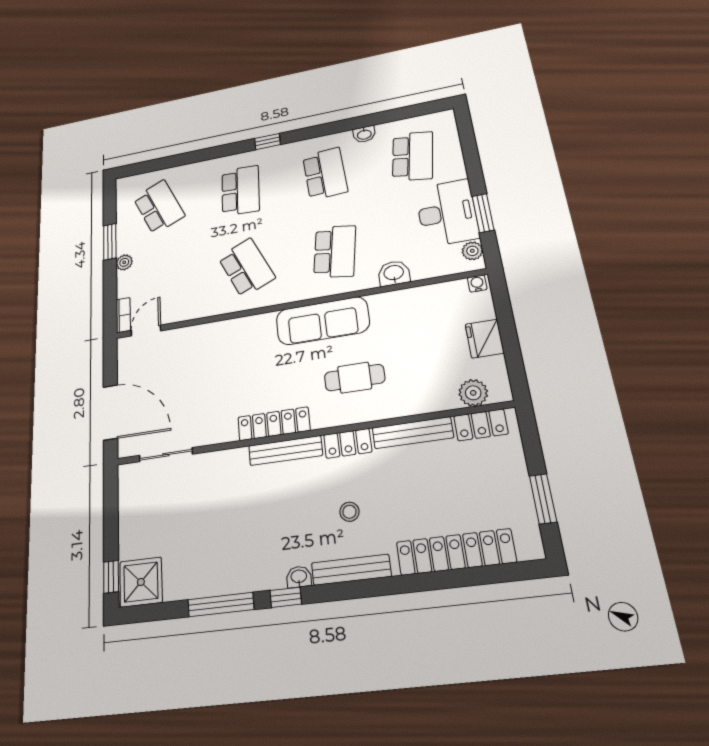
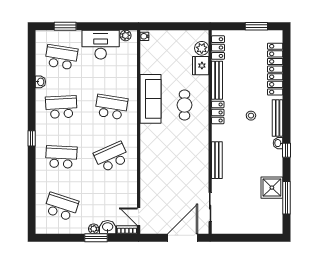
school desk: (159, 207) -> (61, 207), turned 42
window: (483, 213) -> (65, 26), moved
window: (110, 242) -> (96, 238), moved
washbasin: (394, 273) -> (108, 227), moved, turned 90
sofa: (323, 321) -> (151, 99), moved
fridge: (485, 339) -> (201, 66), moved, turned 90
locker: (274, 424) -> (202, 149), removed
bench: (285, 450) -> (217, 160), moved
window: (111, 577) -> (268, 238), removed
shower: (141, 582) -> (272, 188), moved
window: (221, 605) -> (287, 198), moved

